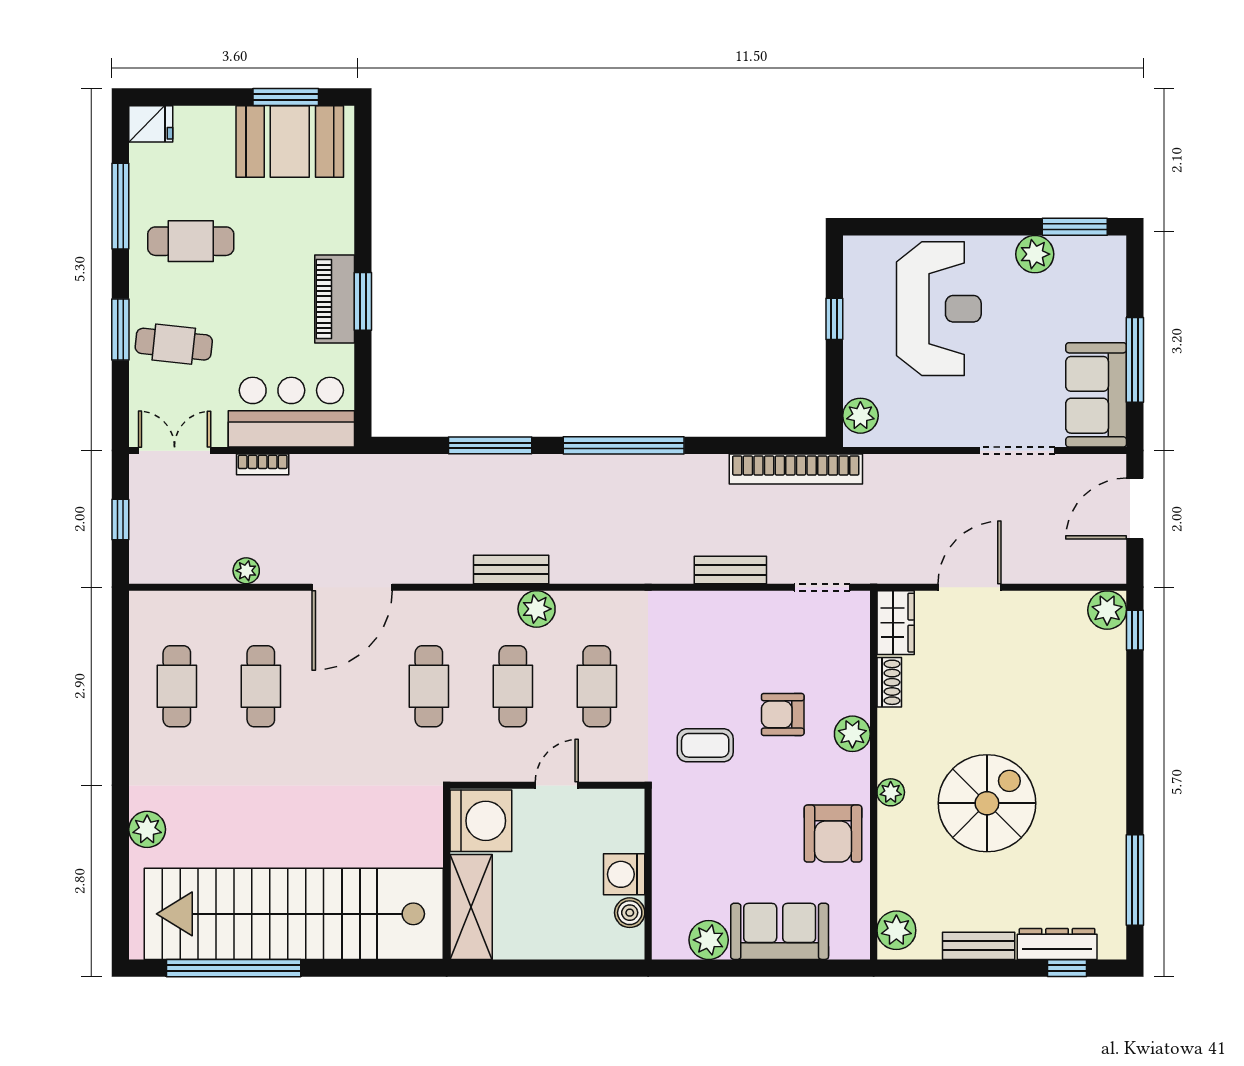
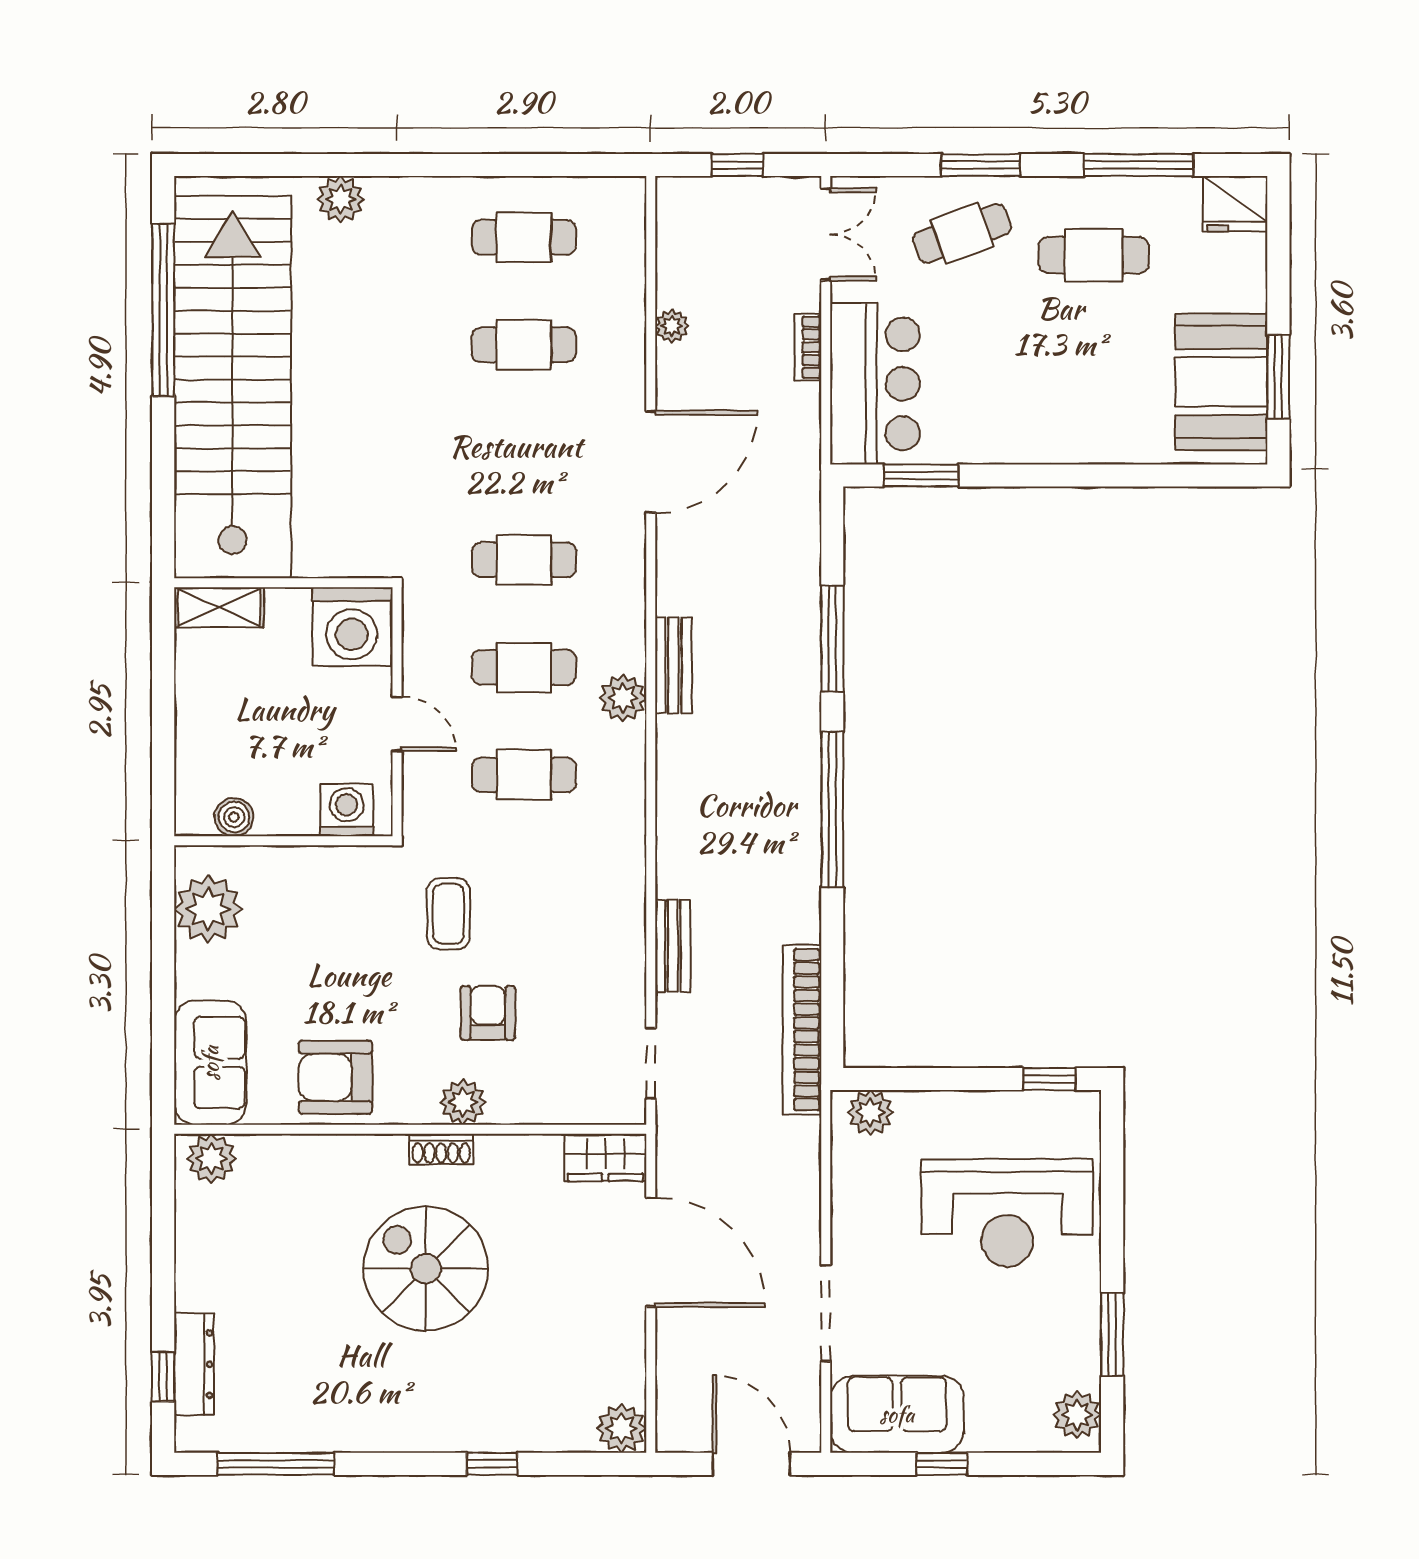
fridge: (151, 124) -> (1235, 204), width x1.38
window: (1075, 227) -> (1112, 1334), moved
cafe table: (191, 241) -> (1094, 255), turned 90
plant: (1035, 254) -> (1077, 1415), moved
piano: (335, 299) -> (1020, 439), removed
window: (363, 301) -> (921, 476), moved
window: (834, 319) -> (1049, 1079), moved
cafe table: (174, 344) -> (962, 233), turned 64
window: (1135, 360) -> (942, 1464), width x0.46
door: (352, 587) -> (651, 462), swing flipped
door: (969, 587) -> (651, 1252), width x1.36
window: (1135, 630) -> (492, 1464), moved
shoe rack: (889, 682) -> (441, 1149), moved
plant: (891, 792) -> (388, 1151), removed
spiral stairs: (987, 803) -> (426, 1269), moved, turned 180
washing machine: (624, 874) -> (347, 810), moved
shelving: (471, 907) -> (219, 607), width x0.67, depth x0.75
sofa: (780, 931) -> (210, 1063), moved
plant: (709, 940) -> (208, 909), width x1.36, depth x1.36
bench: (979, 946) -> (192, 1264), removed

